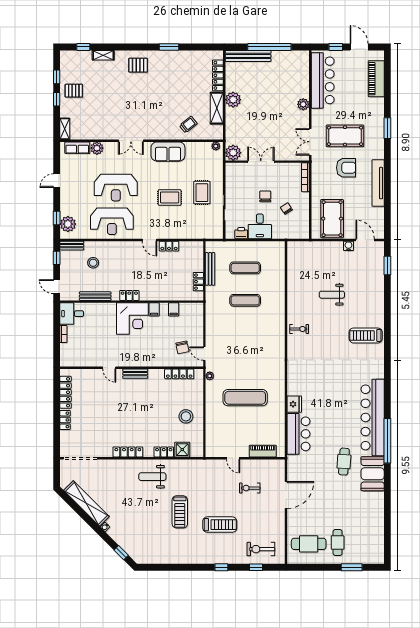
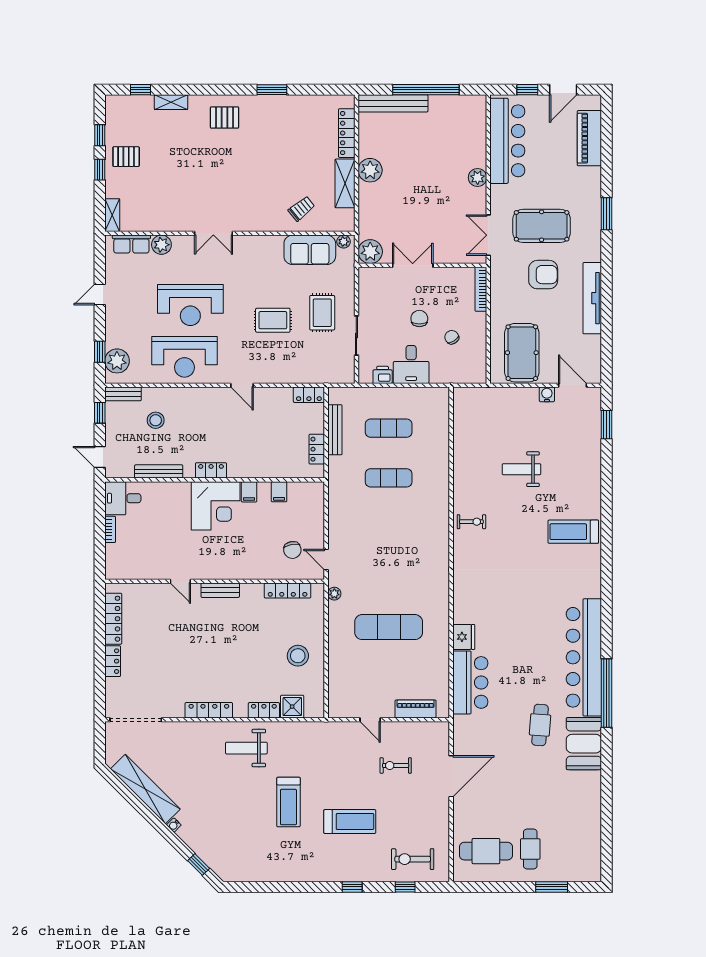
door: (359, 47) -> (563, 90), swing flipped
sofa: (168, 152) -> (310, 250), moved
locker: (169, 246) -> (309, 395), moved

